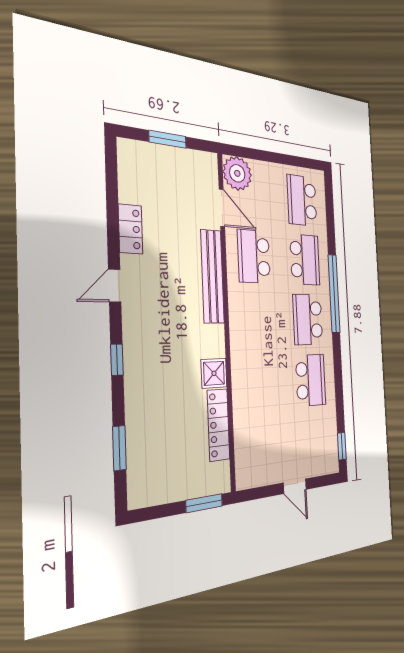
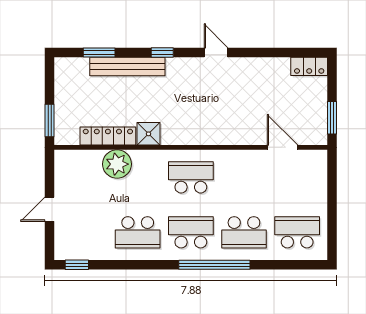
window: (168, 139) -> (332, 118), moved
plant: (237, 173) -> (117, 164), moved
door: (222, 208) -> (282, 147), swing flipped
locker: (131, 229) -> (309, 66), moved
school desk: (254, 256) -> (191, 177), moved
bench: (212, 276) -> (127, 66), moved

